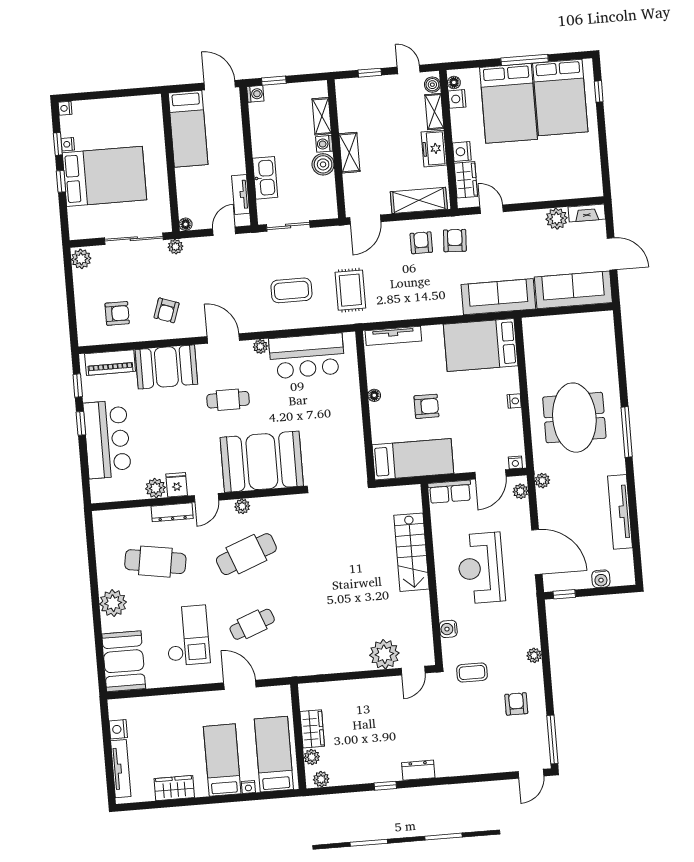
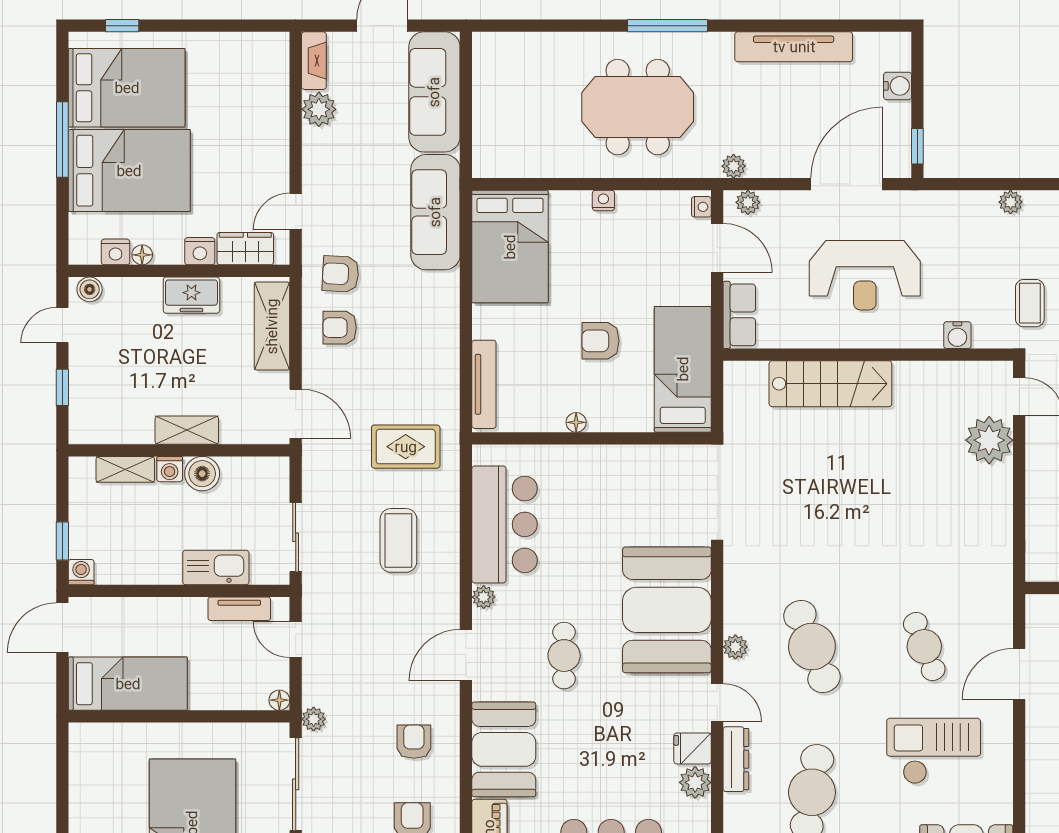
floor lamp: (454, 82) -> (142, 255), moved
shelving: (434, 112) -> (133, 290), removed
armchair: (167, 310) -> (414, 742), turned -109
armchair: (426, 406) -> (600, 341), turned -90

